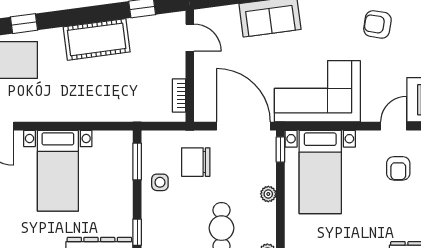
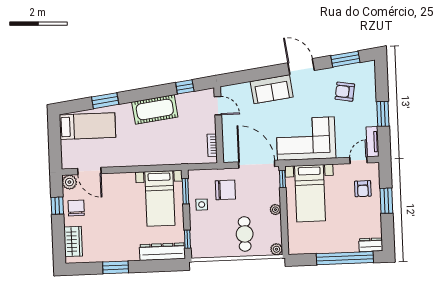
window: (24, 24) -> (105, 101), width x1.50
chair: (196, 162) -> (225, 190), turned 180
bed with nightstands: (58, 171) -> (160, 198), moved

